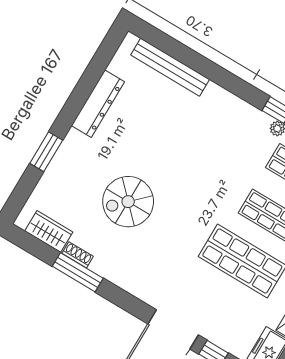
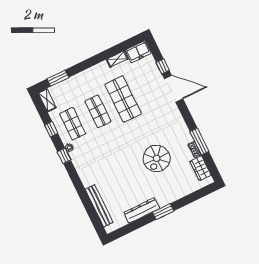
window: (46, 152) -> (163, 212), moved
spiral stairs: (128, 202) -> (157, 158), turned 90

